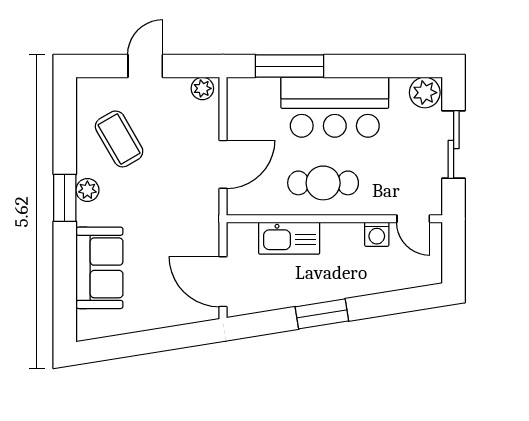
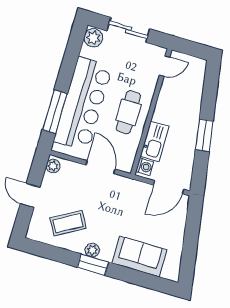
bar counter: (335, 107) -> (83, 104), width x1.36
washing machine: (377, 234) -> (145, 167), moved

